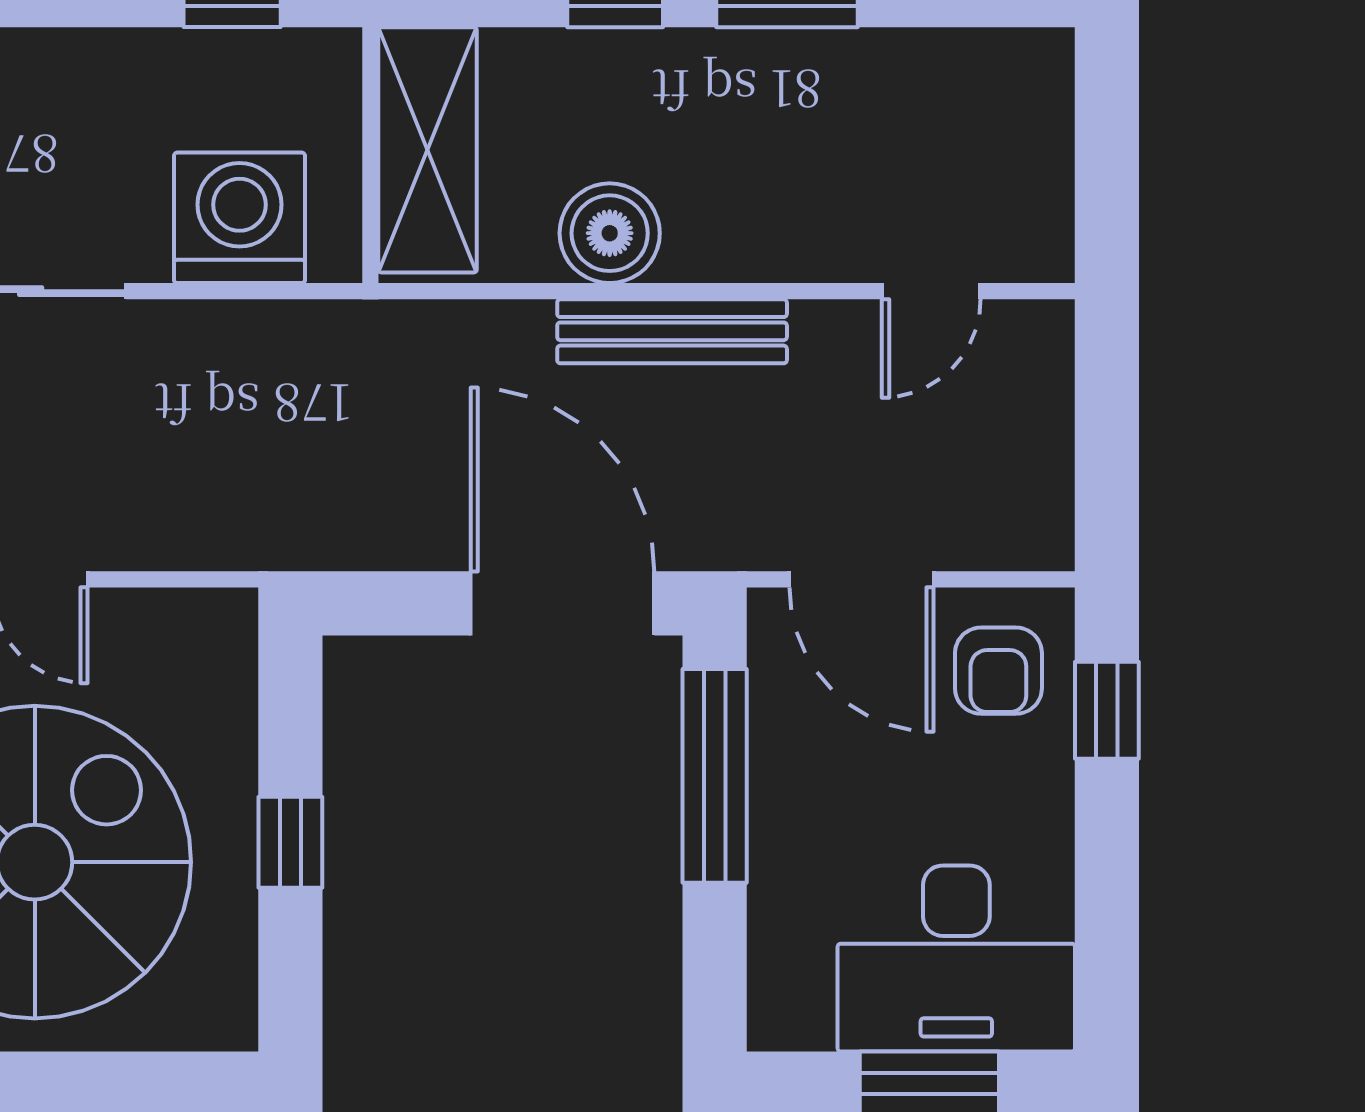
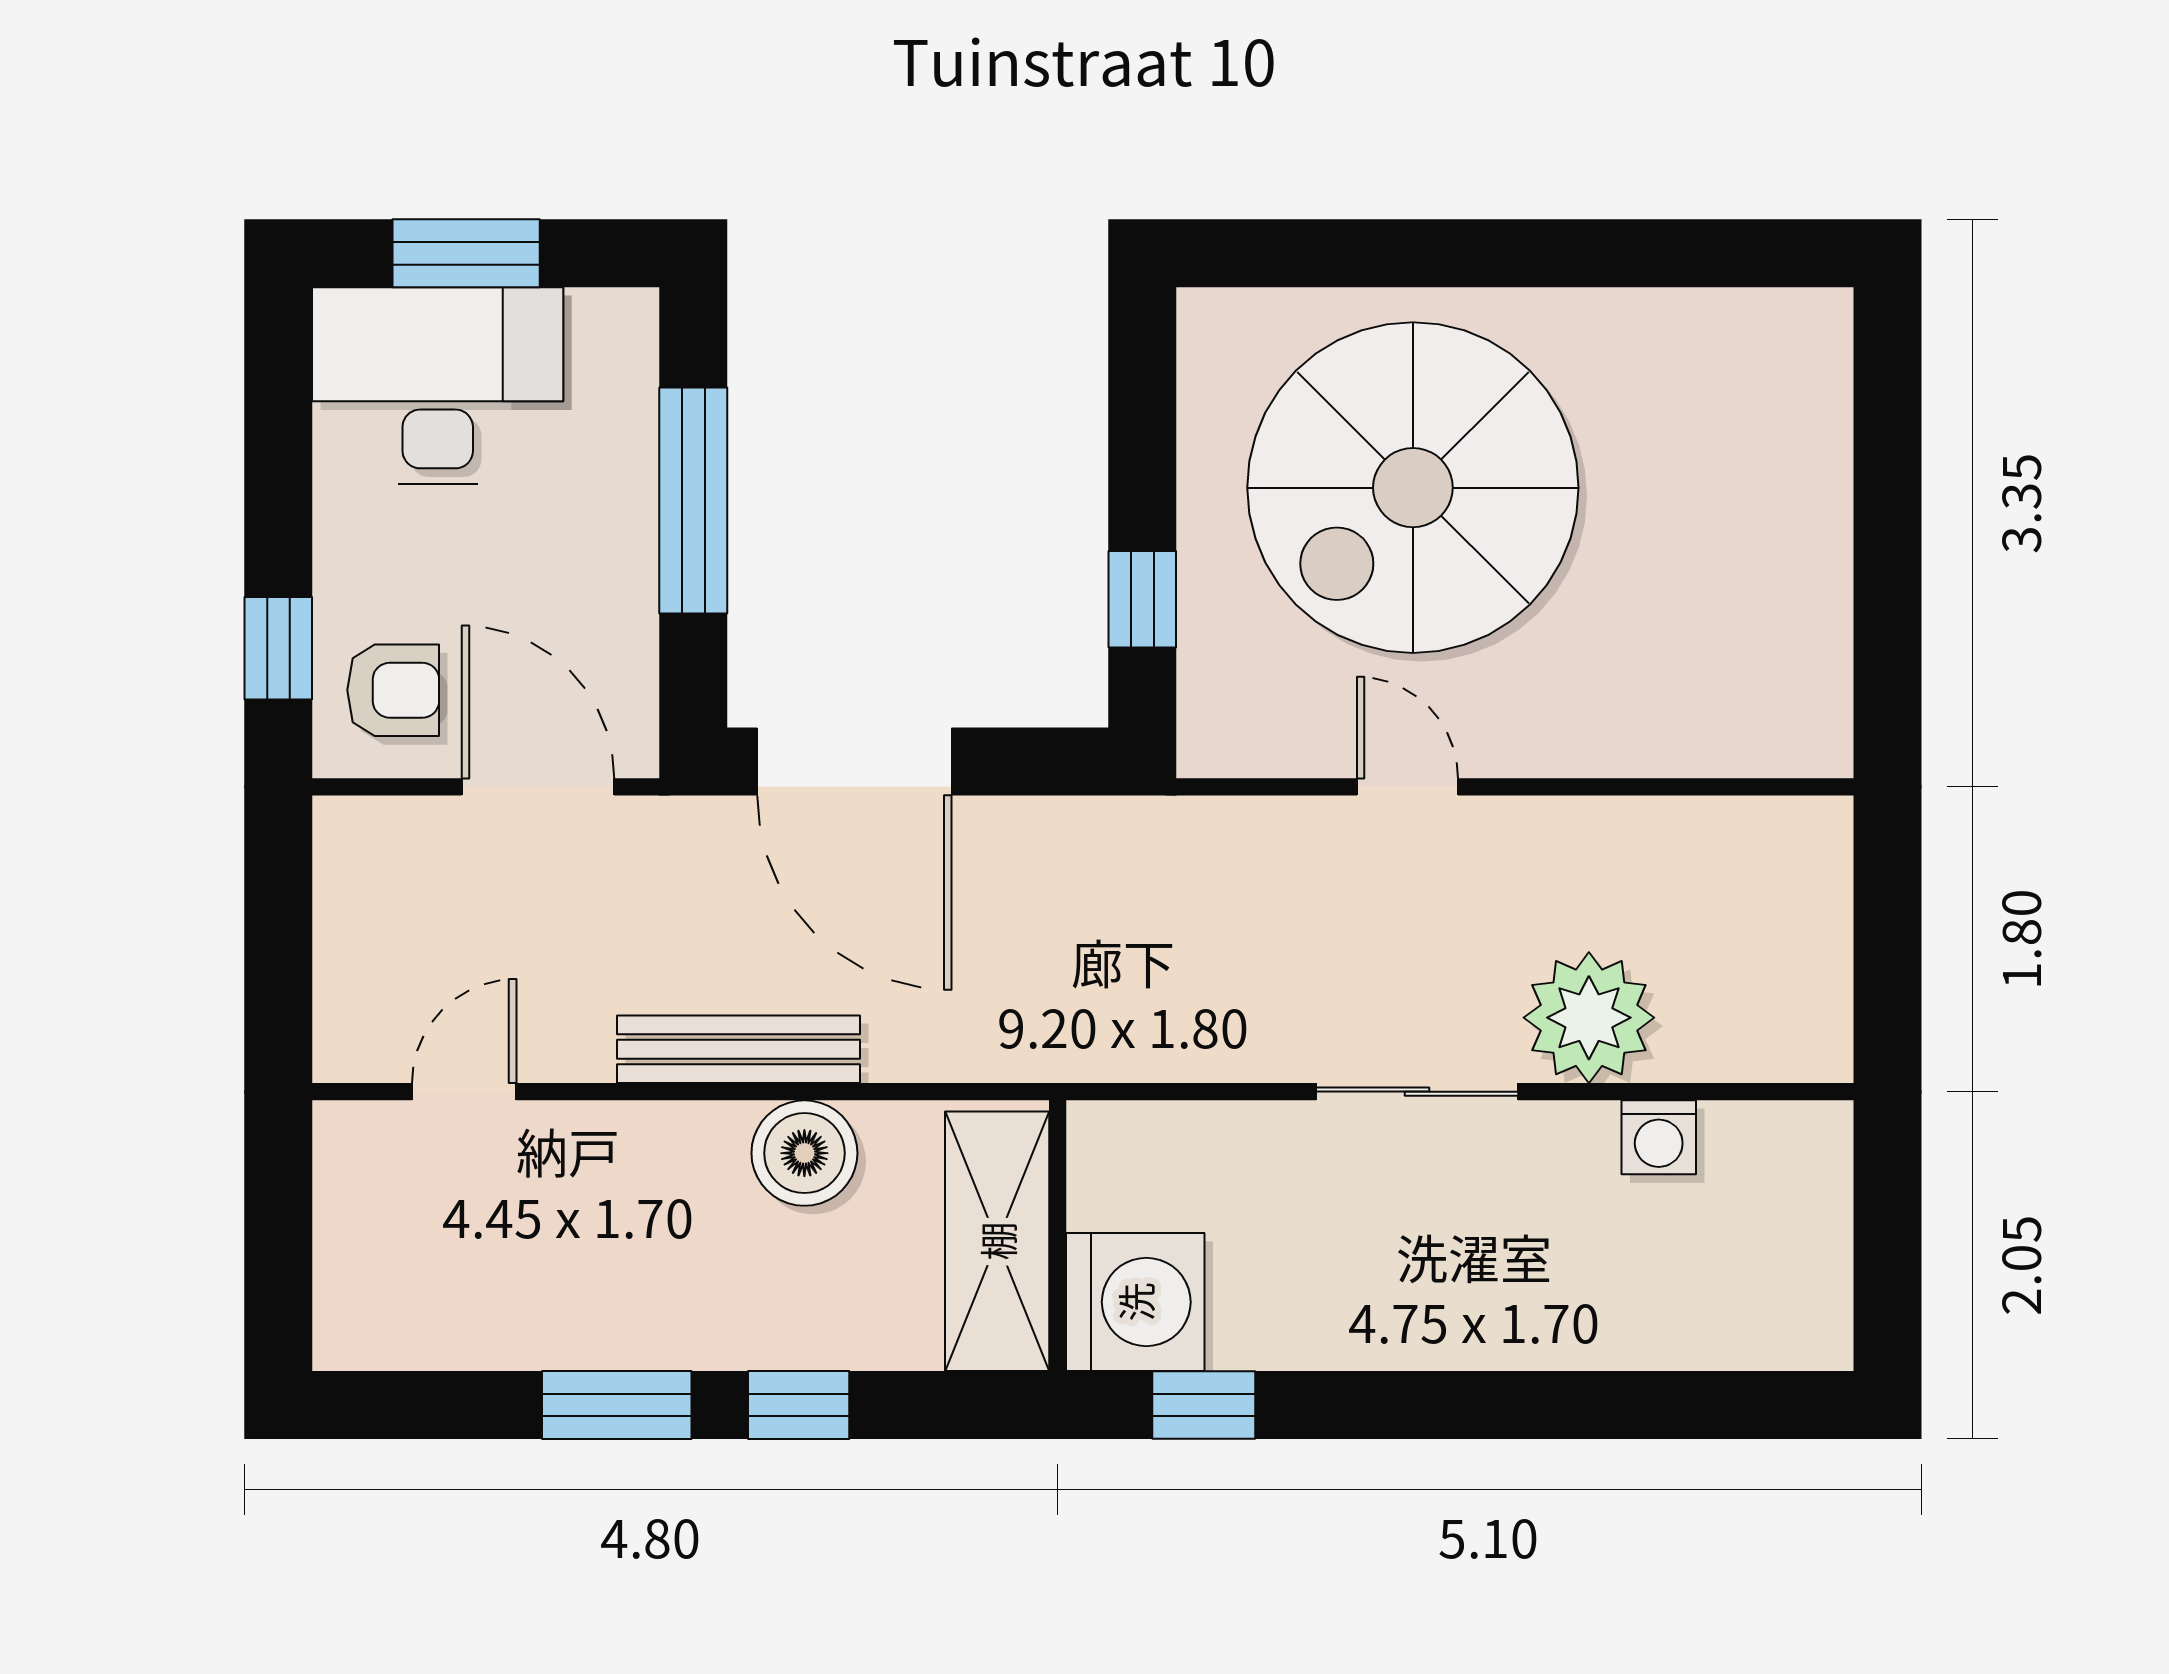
washing machine: (239, 218) -> (1135, 1302), moved, turned -90
armchair: (998, 671) -> (393, 690), turned 90
window: (715, 776) -> (693, 500), moved
window: (290, 842) -> (1142, 599), moved

